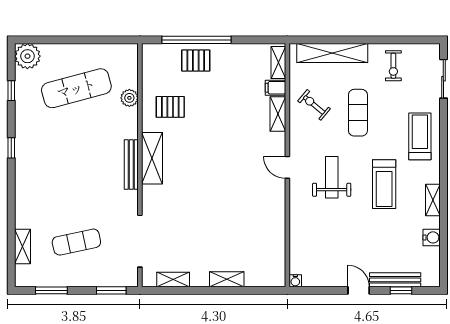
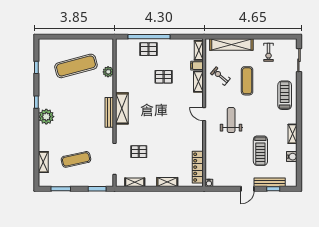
plant: (27, 56) -> (46, 117), moved
pallet: (170, 107) -> (164, 77), moved
treadmill: (384, 184) -> (260, 151), moved
pallet: (180, 229) -> (139, 152), added
locker: (277, 255) -> (198, 167), added
door: (359, 290) -> (247, 189), swing flipped

